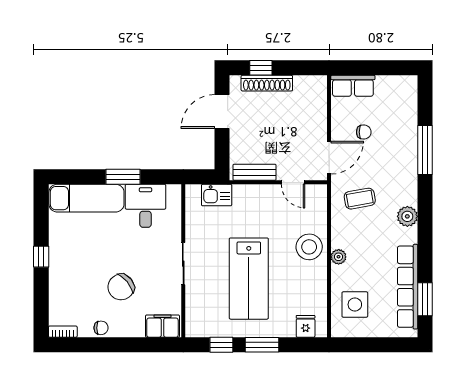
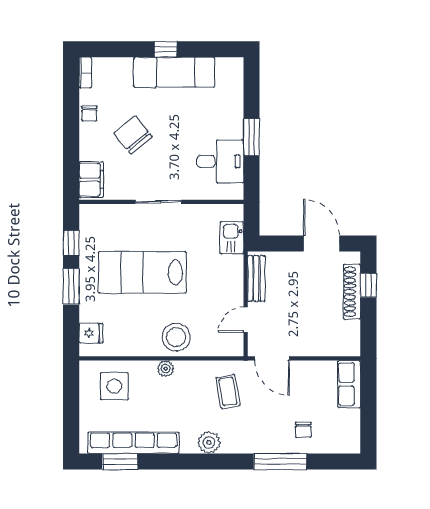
chair: (364, 132) -> (303, 430), moved
exam couch: (86, 198) -> (174, 72), moved, turned -90

